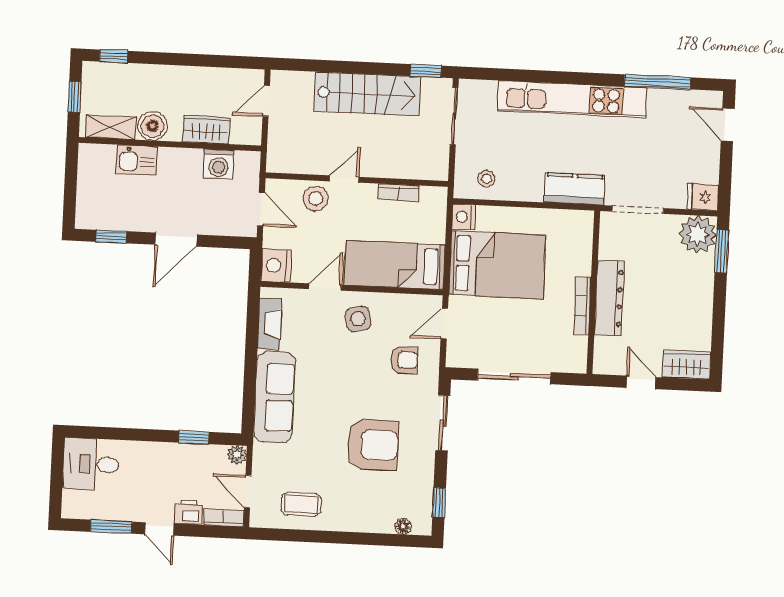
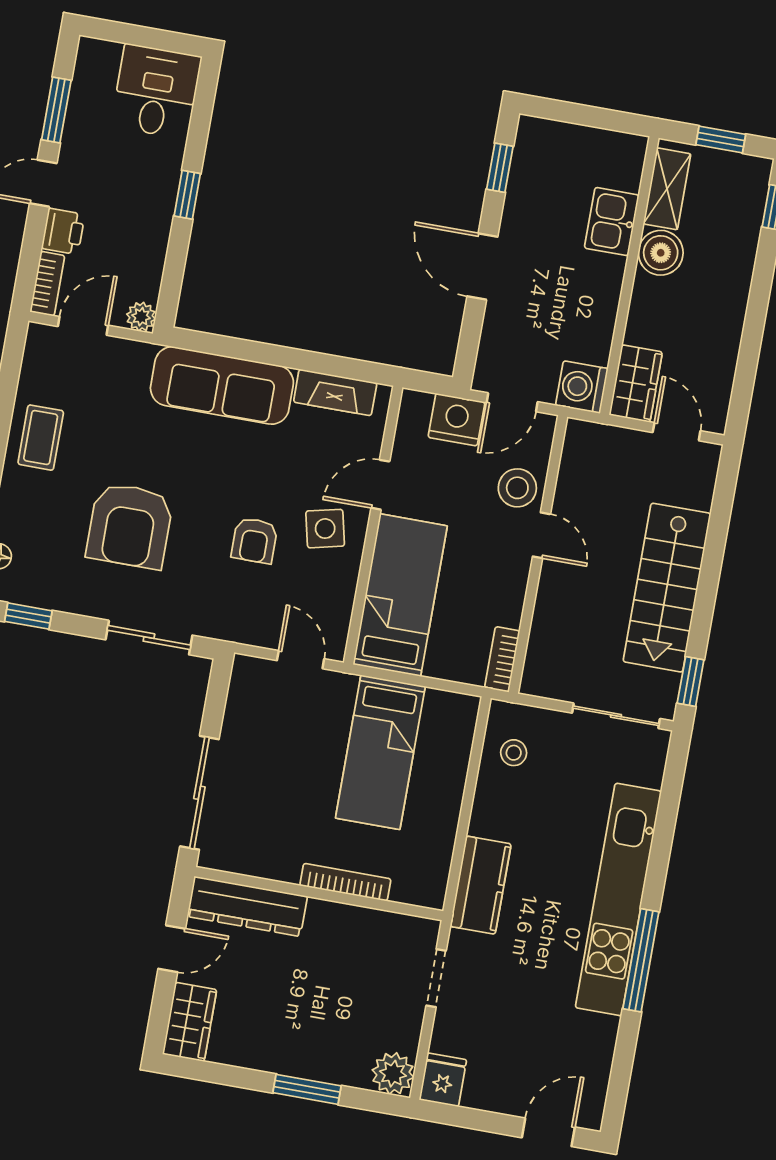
window: (658, 82) -> (641, 960), moved
wardrobe: (206, 130) -> (636, 383), moved
washing machine: (219, 164) -> (582, 387), moved
bookcase: (398, 193) -> (502, 659), moved
doorway: (638, 210) -> (436, 978), width x0.73
nightstand: (464, 217) -> (460, 710), removed
plant: (698, 234) -> (393, 1074), width x0.73, depth x0.73
window: (722, 251) -> (307, 1089), moved
bed: (497, 265) -> (380, 752), width x0.67
nightstand: (276, 266) -> (456, 420), moved
door: (325, 287) -> (380, 485), swing flipped
dresser: (609, 298) -> (247, 906), moved
bookcase: (582, 306) -> (345, 882), moved
armchair: (404, 360) -> (254, 540), moved
sliding door: (514, 376) -> (199, 793), moved
window: (194, 437) -> (187, 195), moved
coffee table: (301, 504) -> (41, 438), moved

